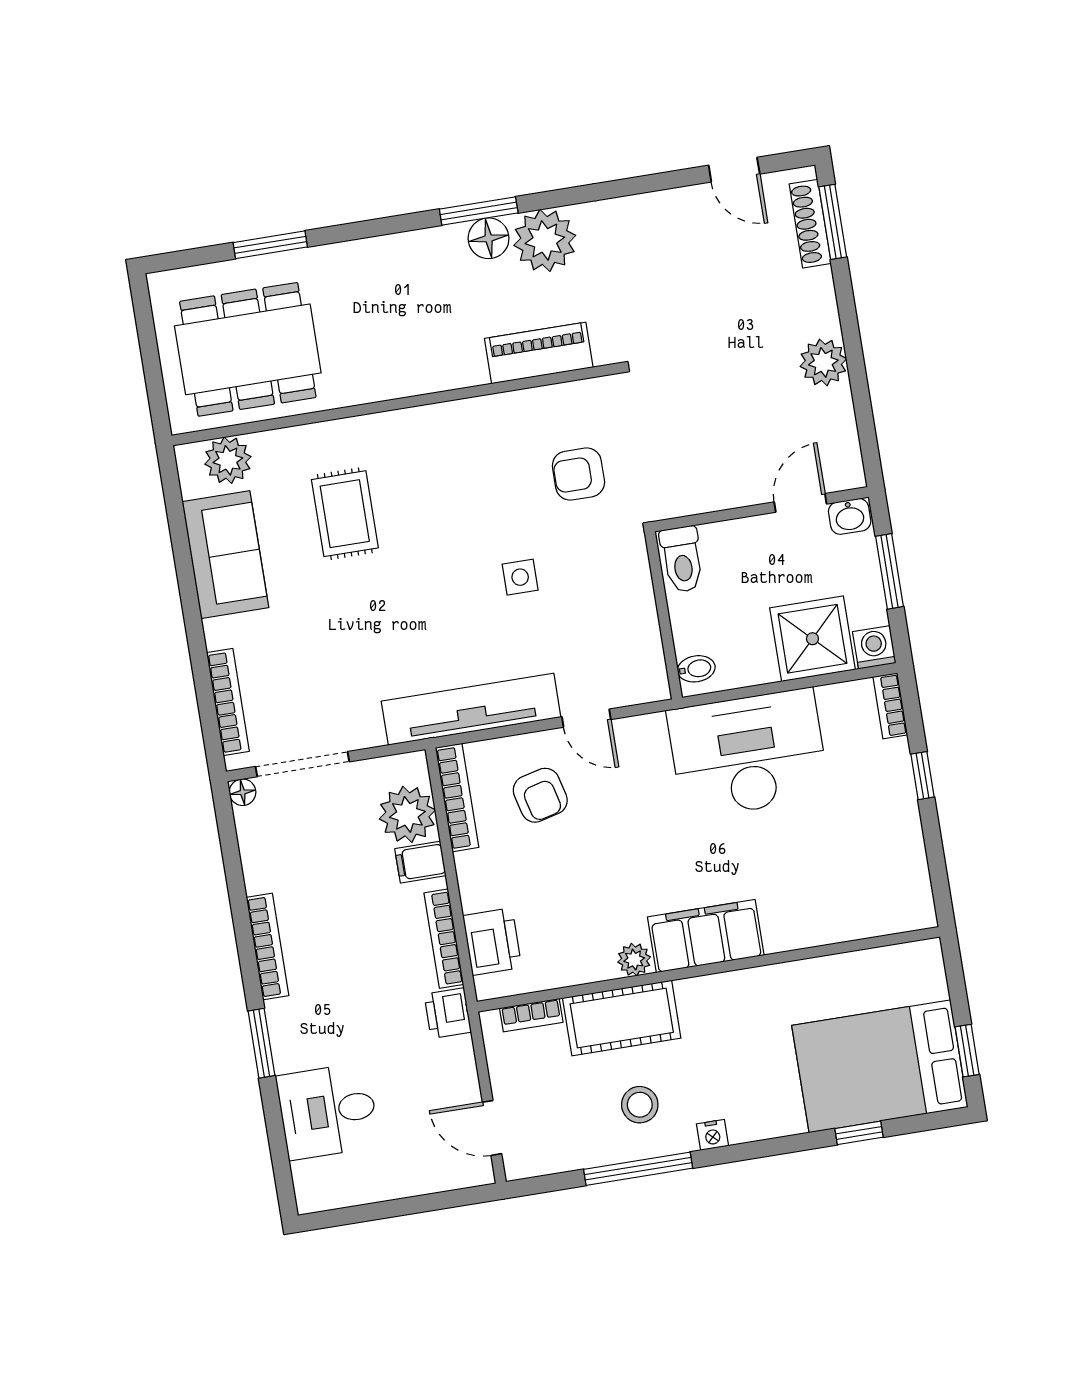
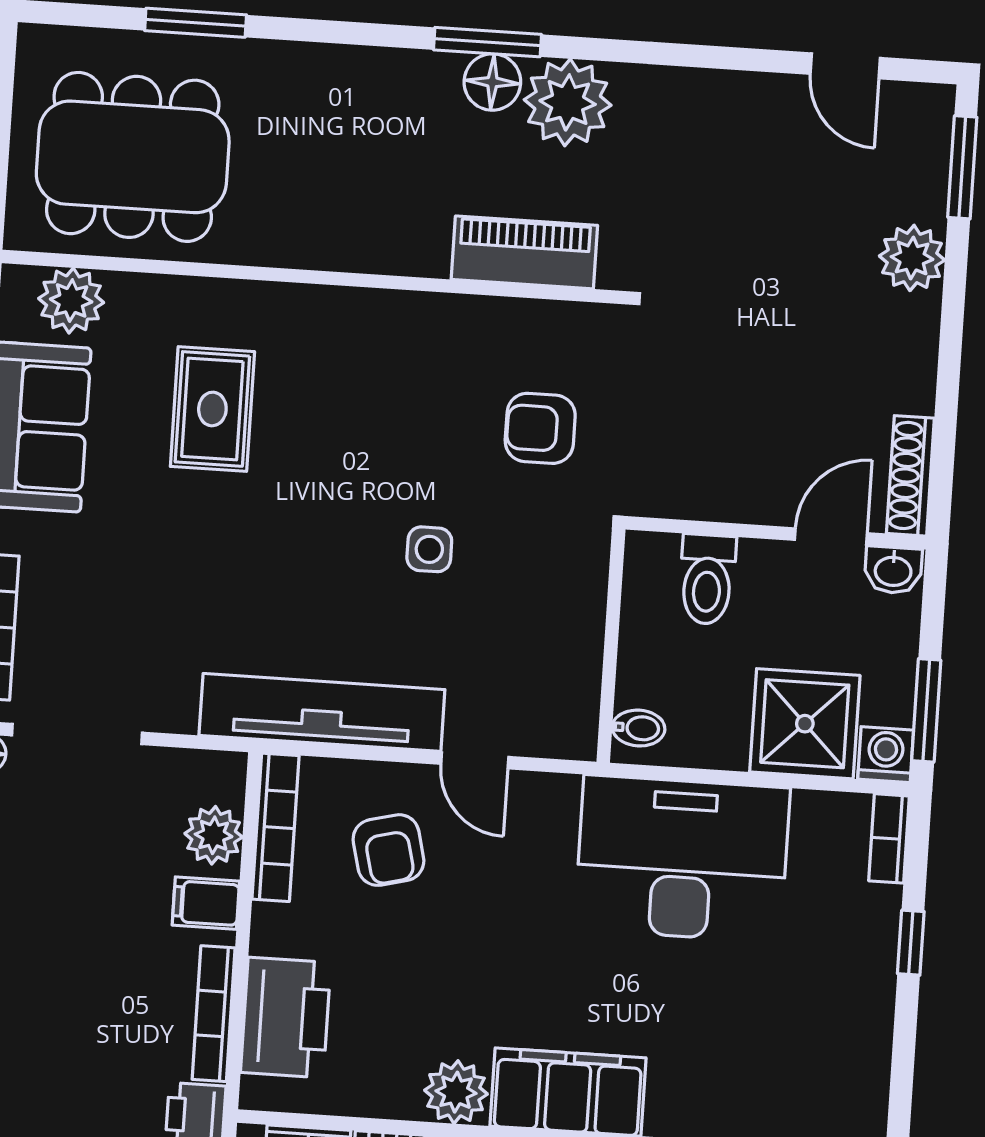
shoe rack: (810, 224) -> (910, 476), moved
plant: (823, 362) -> (912, 258), moved
toilet: (682, 559) -> (707, 579), moved
window: (889, 571) -> (926, 710), moved
plant: (407, 814) -> (214, 835), width x0.73, depth x0.73
printer: (492, 942) -> (286, 1017), width x1.37, depth x1.19
plant: (634, 960) -> (456, 1092), width x1.38, depth x1.38

